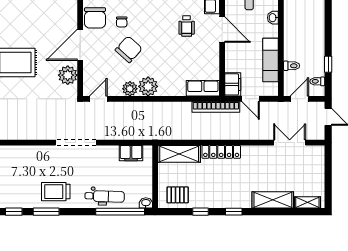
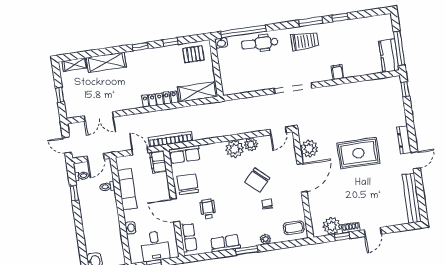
chair: (95, 18) -> (188, 184), moved
filing cabinet: (131, 153) -> (337, 72), moved, width x0.50
window: (328, 172) -> (60, 95), added

